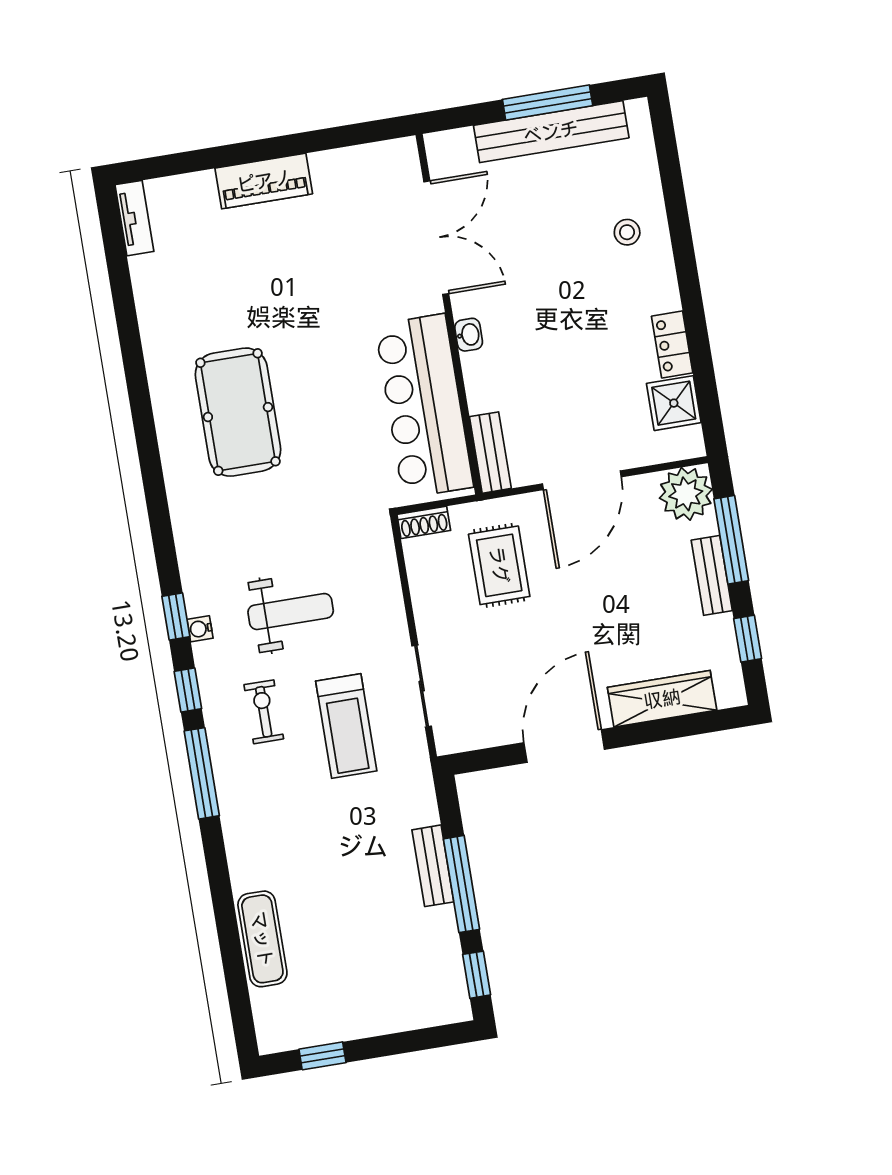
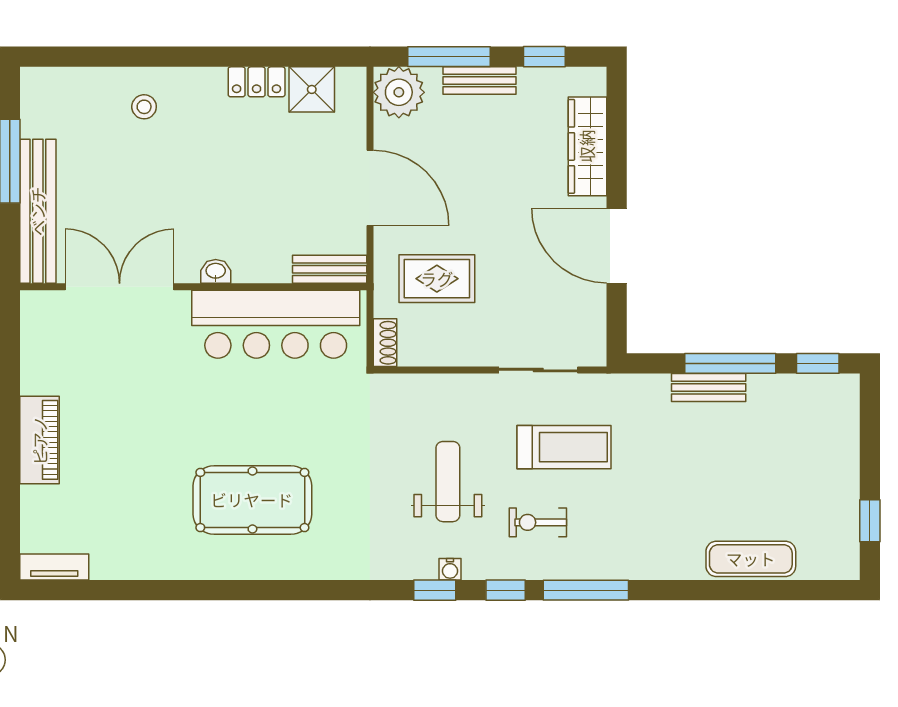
bench: (551, 132) -> (38, 211), moved

